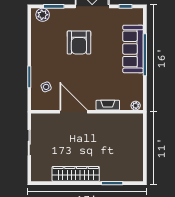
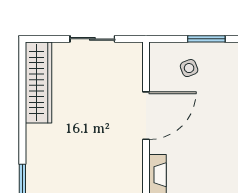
wardrobe: (76, 174) -> (38, 82), moved

